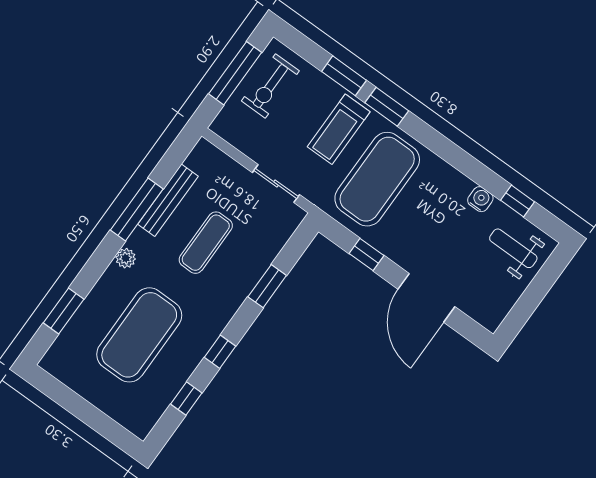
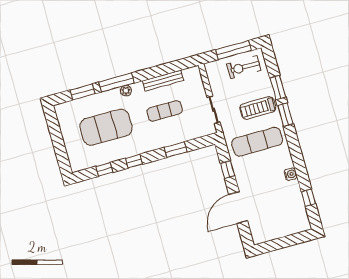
exercise mat: (377, 179) -> (257, 142), width x0.68
water cooler: (480, 199) -> (291, 174), moved
window: (137, 210) -> (117, 82), moved
weight bench: (513, 248) -> (291, 216), removed

